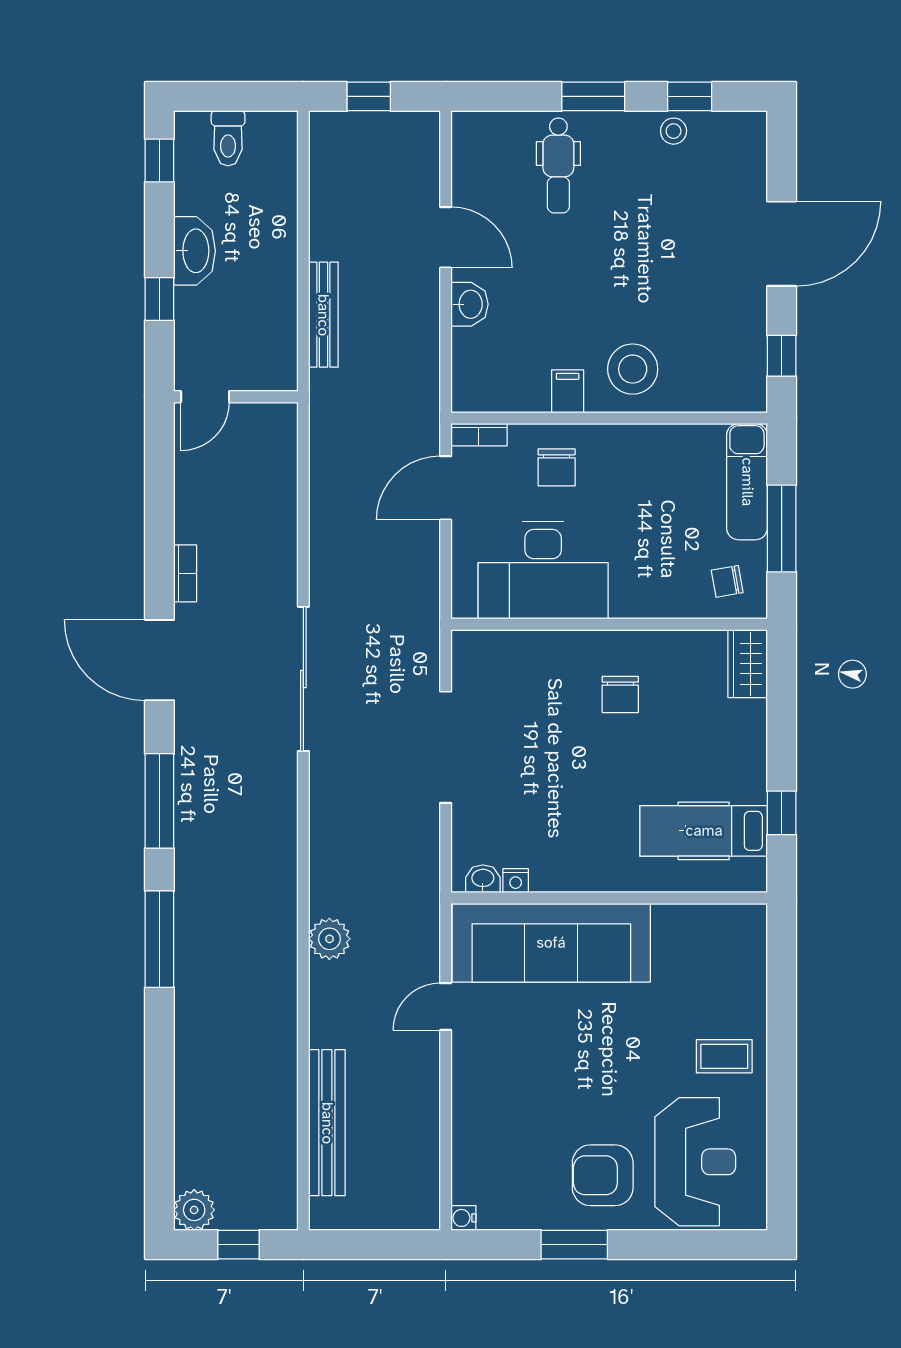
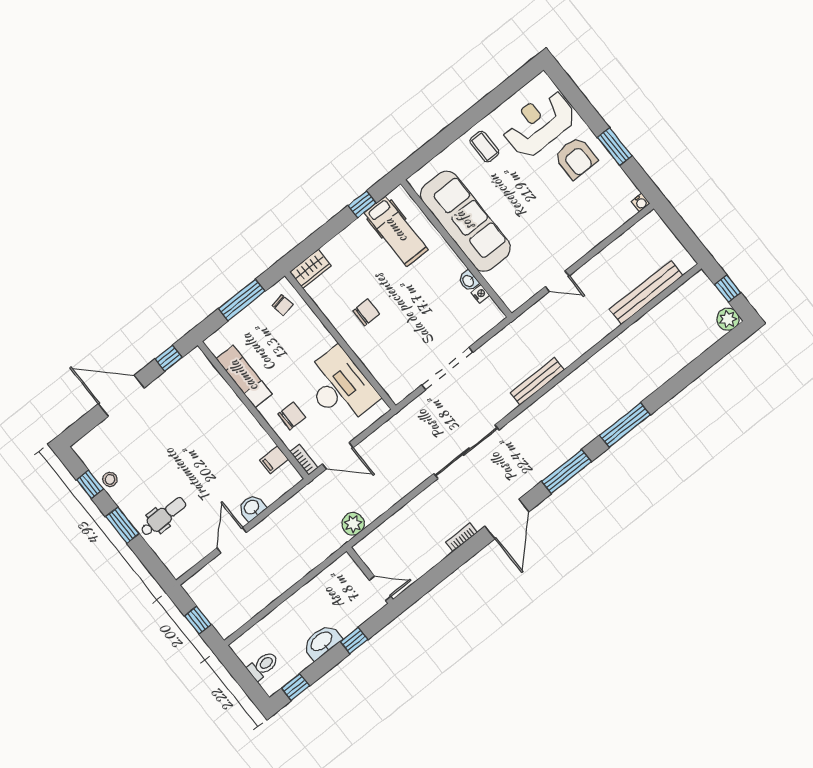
bench: (323, 315) -> (537, 381), moved
stool: (633, 369) -> (224, 417), removed
filing cabinet: (568, 391) -> (274, 460), moved
exam couch: (747, 482) -> (244, 376), moved, turned -90
washbasin: (483, 879) -> (469, 281), moved
plant: (329, 939) -> (353, 524), moved
sofa: (551, 943) -> (465, 221), moved

